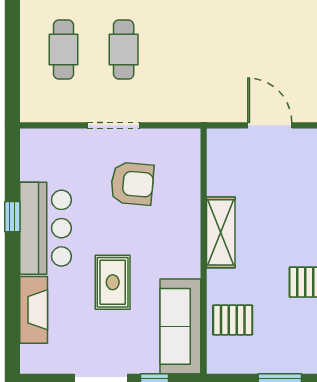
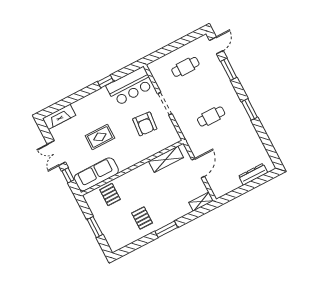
cafe table: (124, 50) -> (211, 116), moved
bar counter: (46, 228) -> (130, 86), moved
shelving: (221, 232) -> (166, 159), moved
fireplace: (34, 310) -> (59, 117), moved

